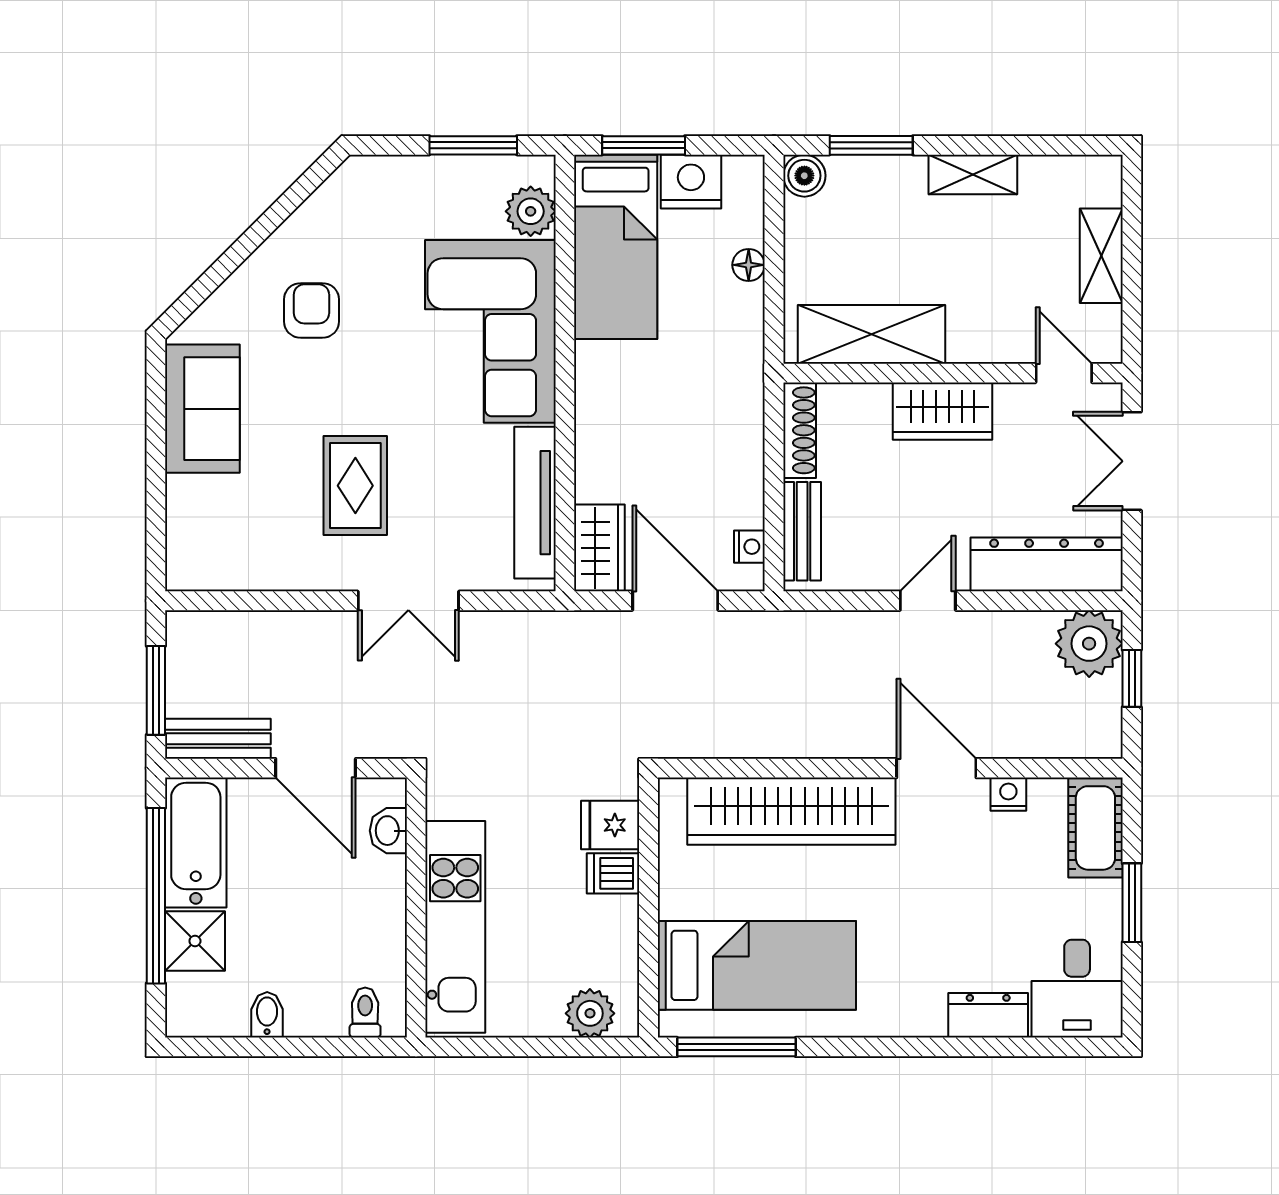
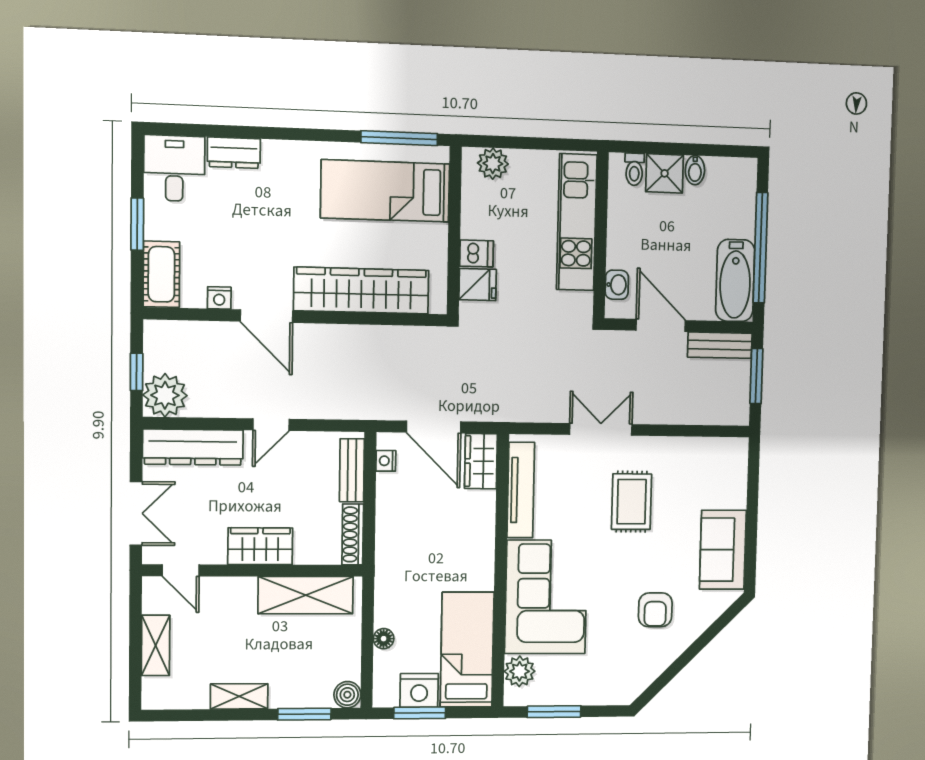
window: (644, 145) -> (420, 713), moved
shower: (195, 941) -> (665, 173), moved

